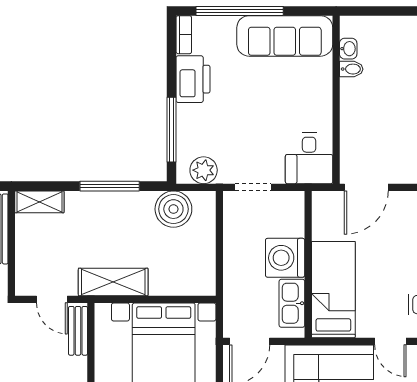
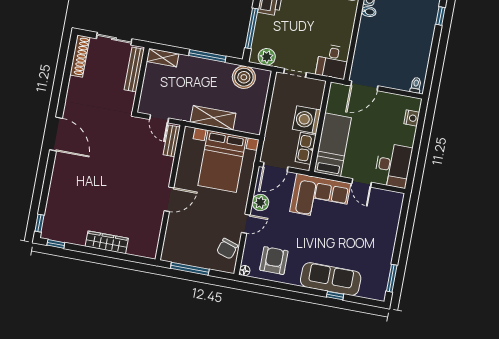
shelving: (113, 282) -> (213, 118), moved

